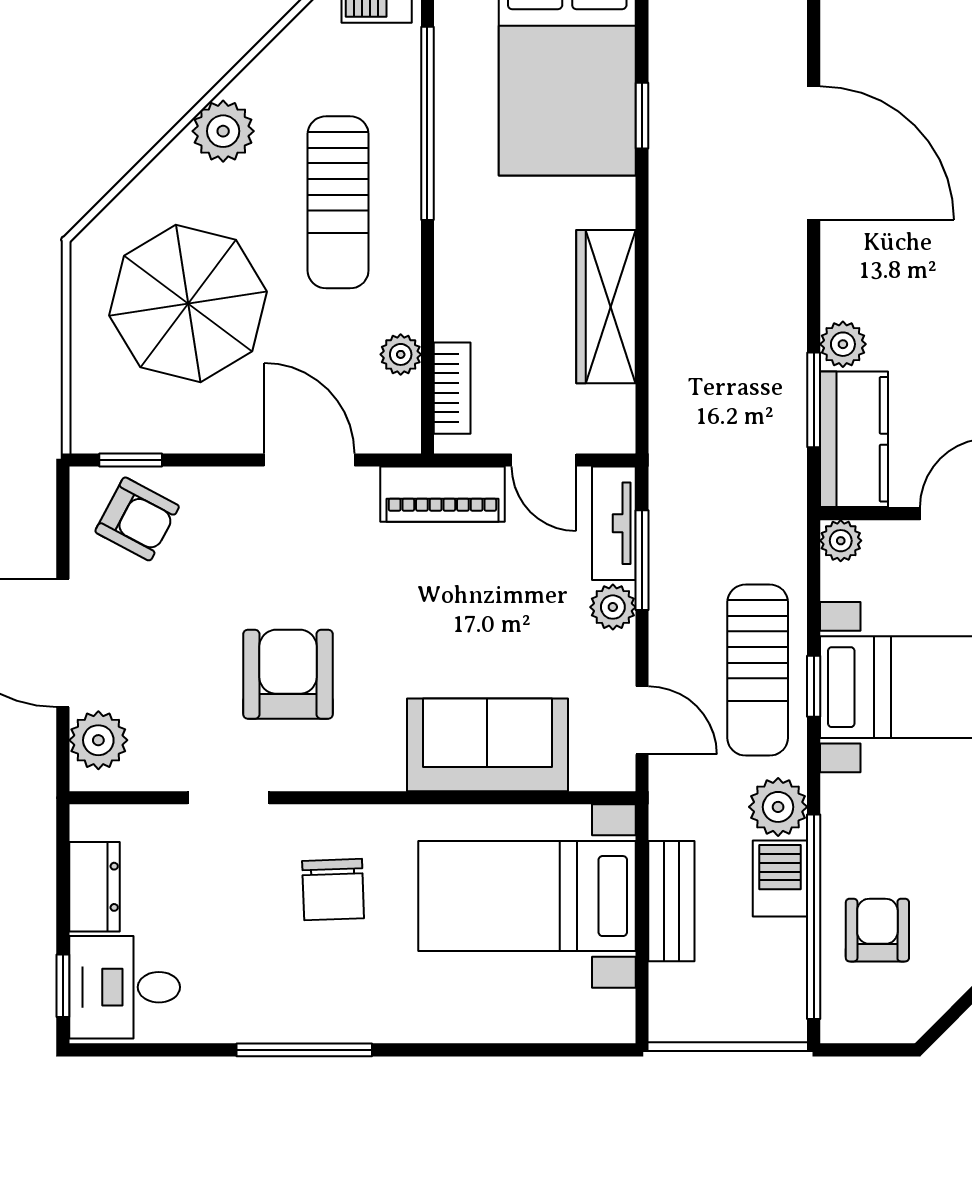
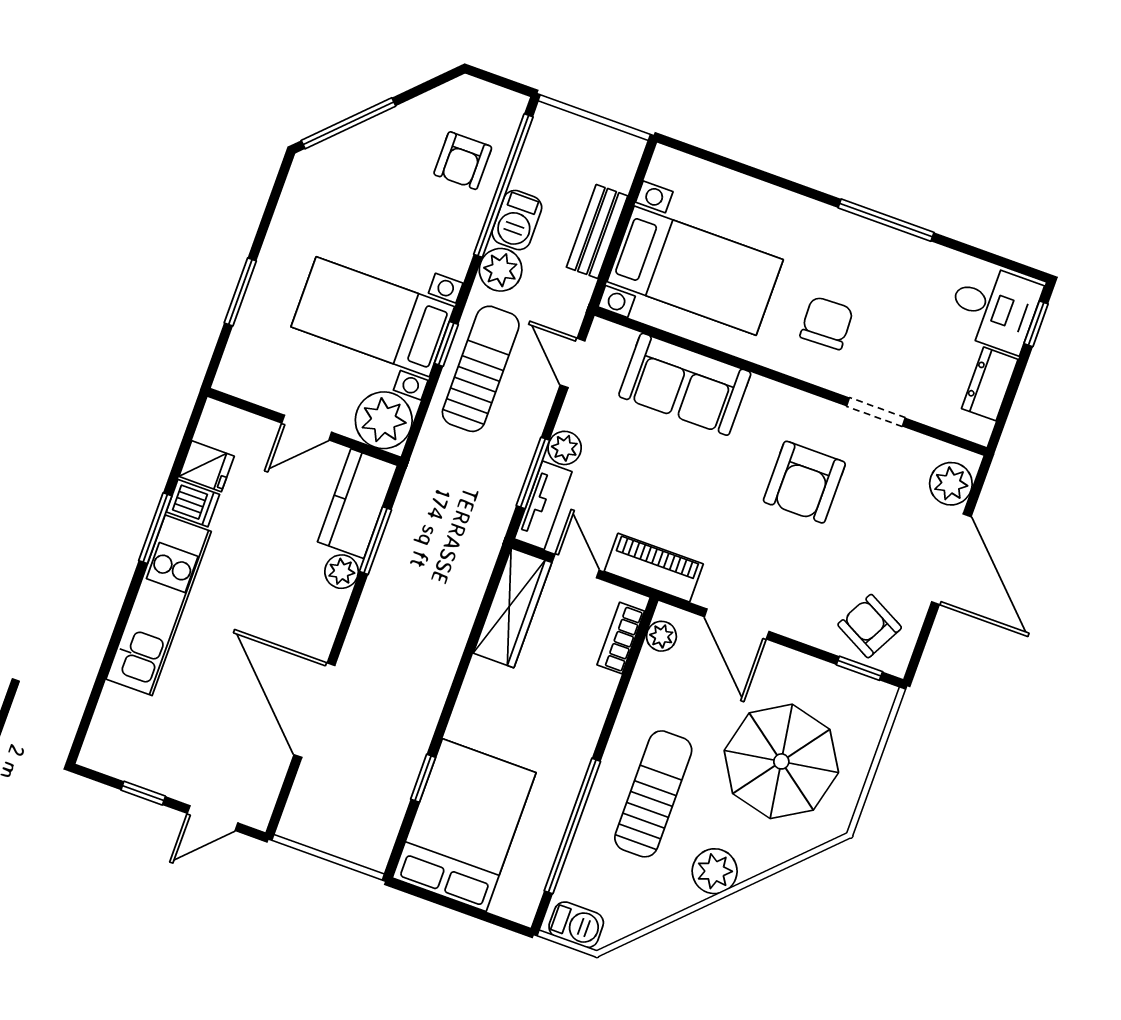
wardrobe: (606, 307) -> (512, 608), moved
plant: (401, 354) -> (661, 636), moved
plant: (841, 541) -> (384, 420), width x1.87, depth x1.87

